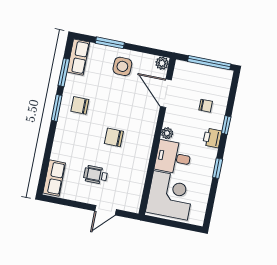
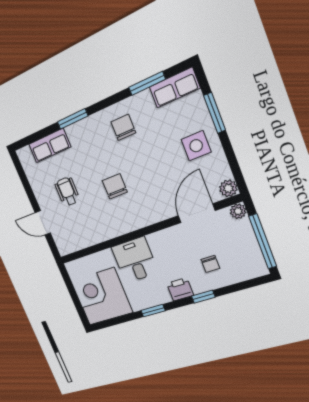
window: (57, 108) -> (73, 119), moved
plant: (167, 133) -> (238, 211), moved
row of seats: (54, 178) -> (50, 146), moved
corner desk: (170, 195) -> (102, 297), moved, turned 180

